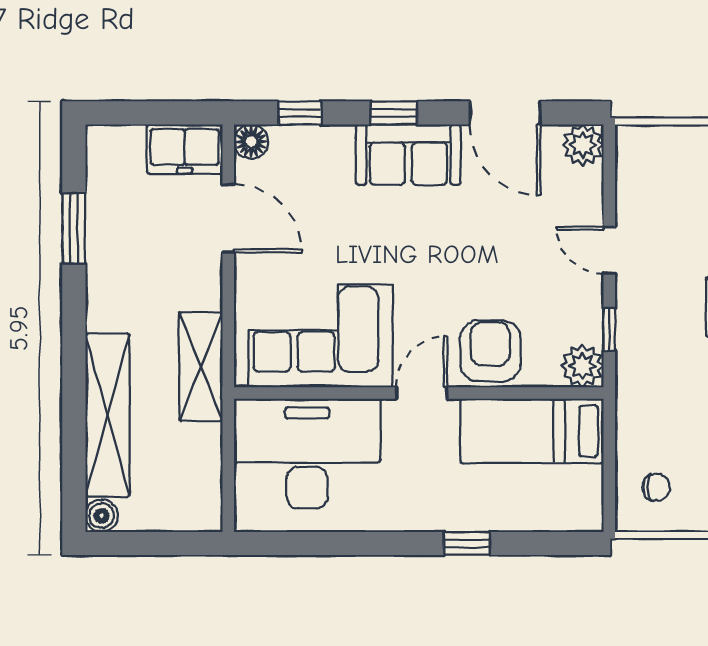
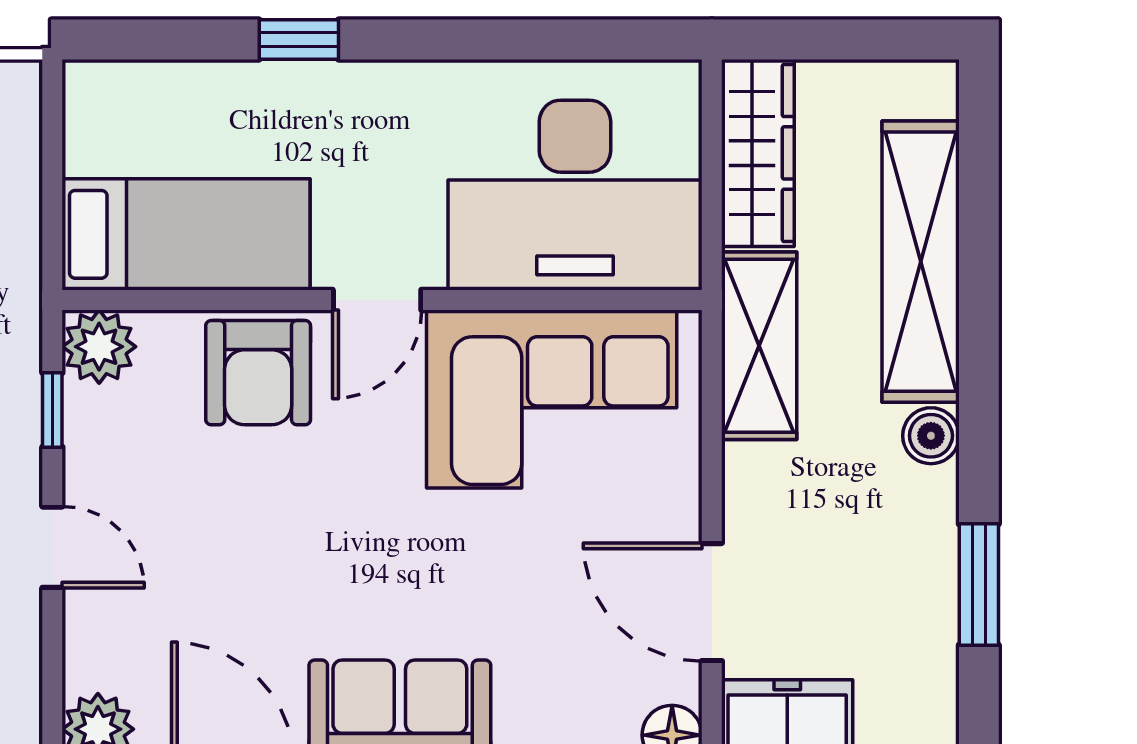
wardrobe: (202, 478) -> (758, 153), added
boiler: (102, 516) -> (931, 436), moved

